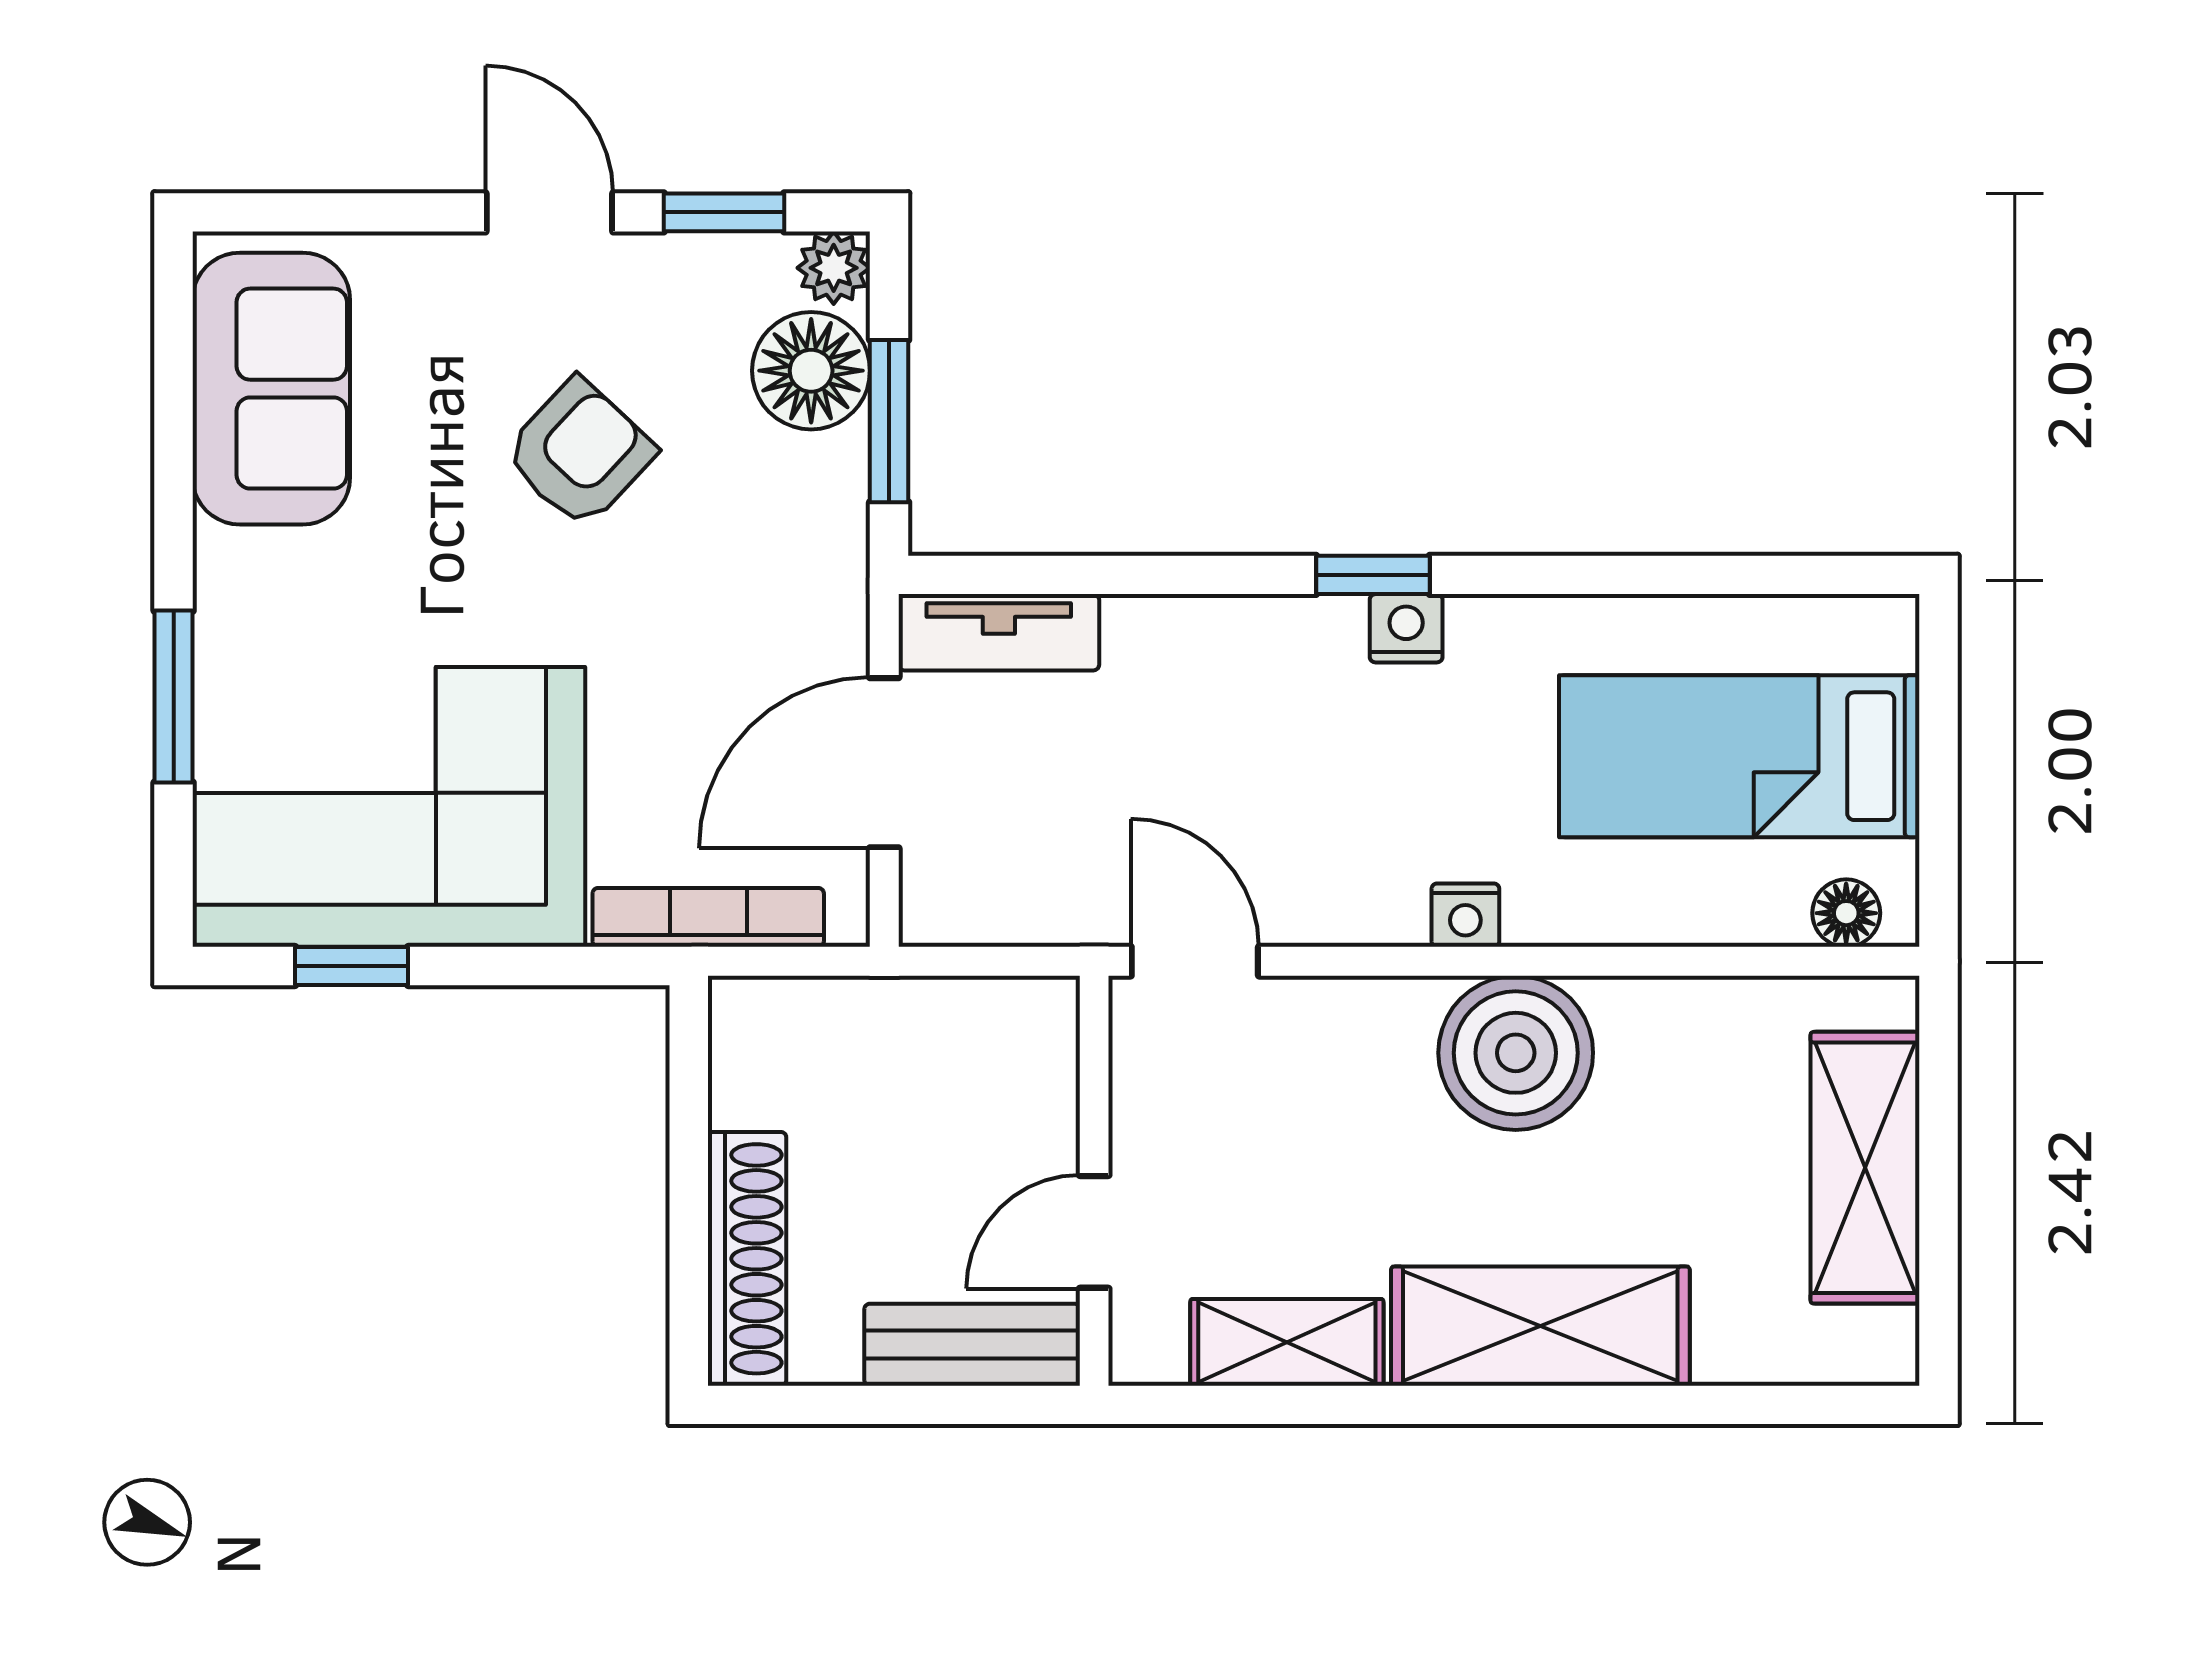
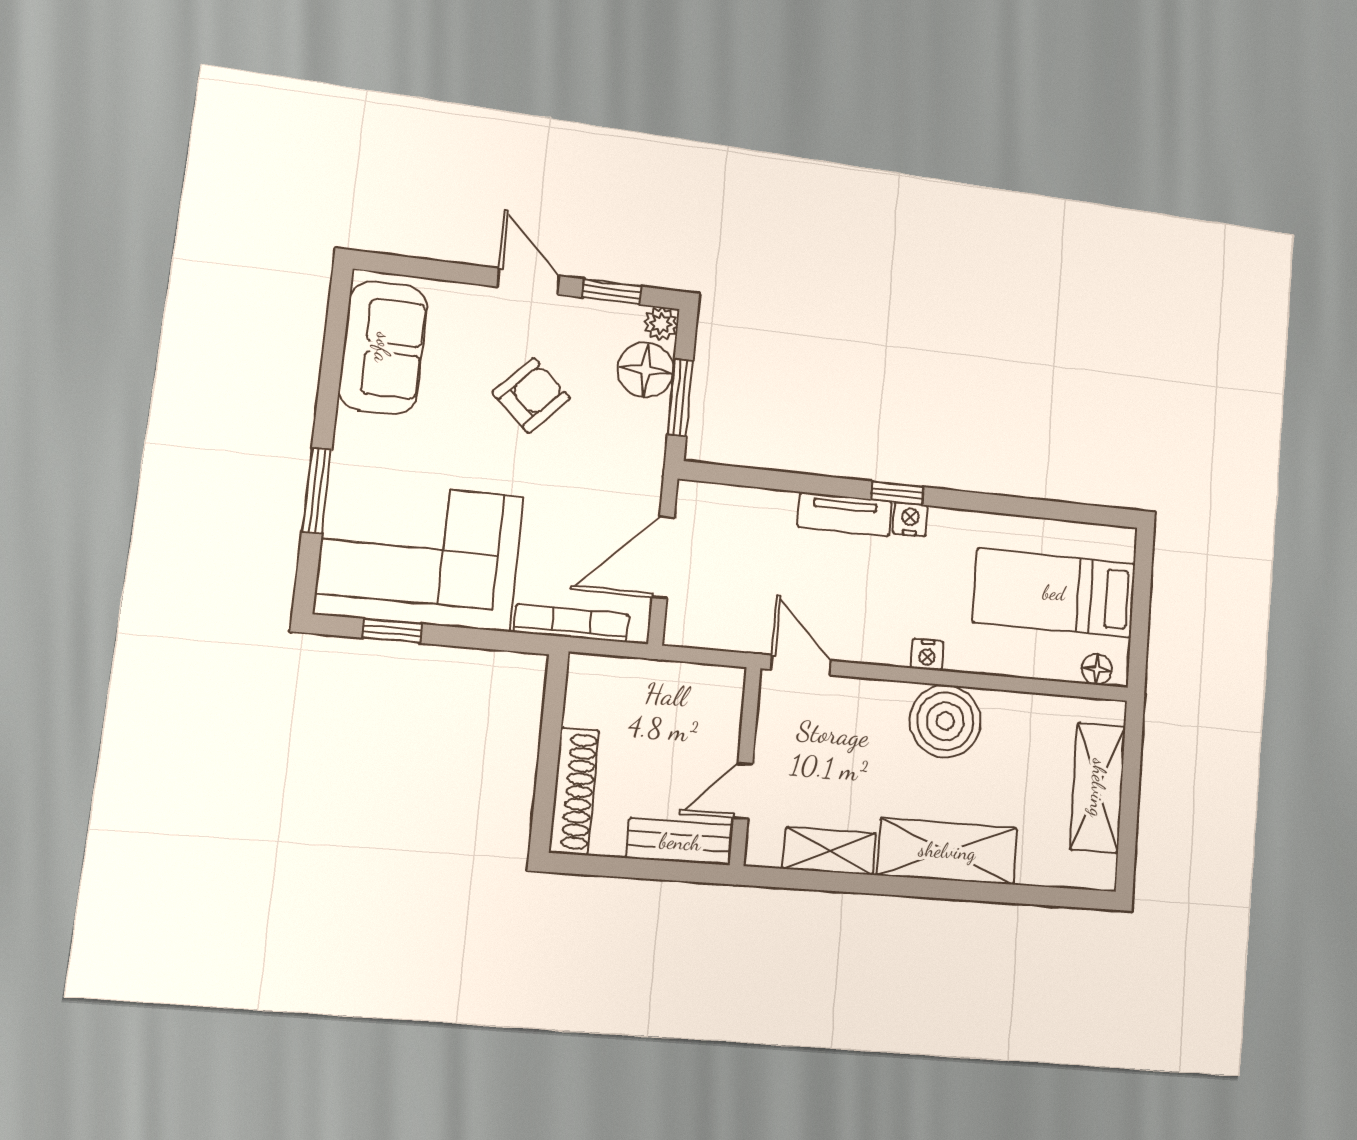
tv unit: (999, 632) -> (845, 514), moved

